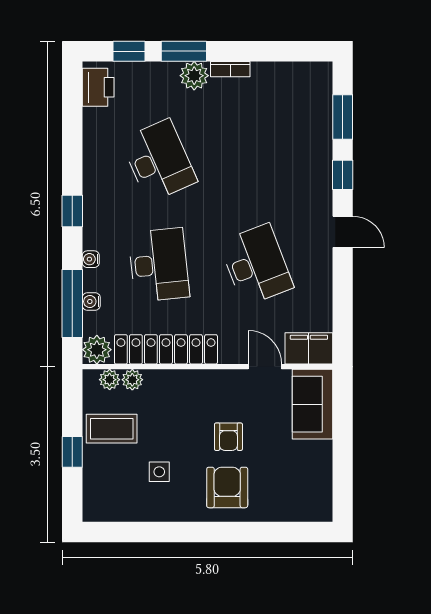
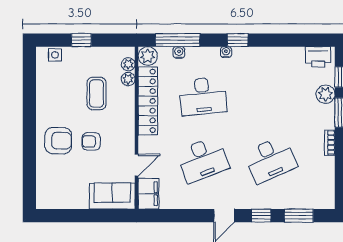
plant: (194, 76) -> (326, 94), moved
desk: (159, 161) -> (270, 159), moved
water cooler: (91, 259) -> (226, 52), moved
coffee table: (112, 429) -> (96, 93), moved
side table: (159, 472) -> (55, 55), moved

